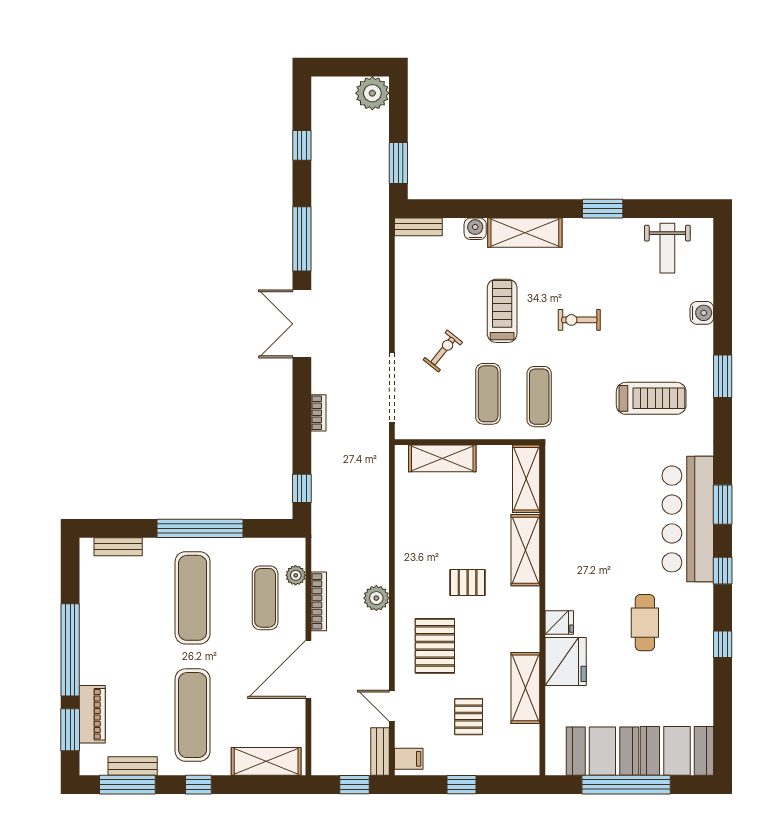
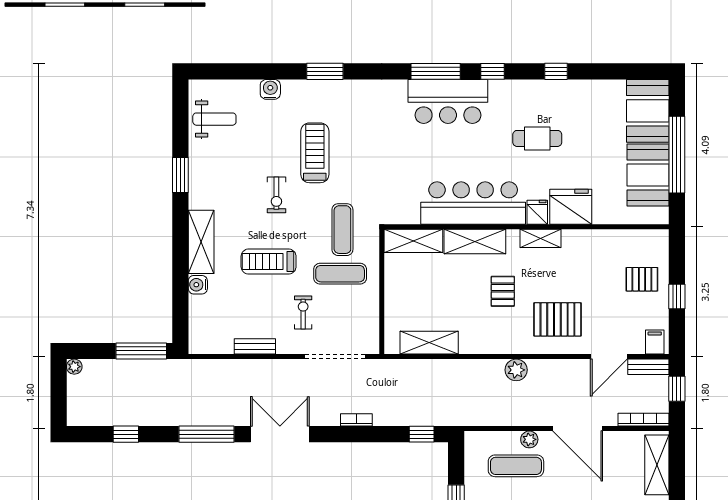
plant: (372, 93) -> (74, 367), width x0.53, depth x0.53
window: (398, 163) -> (141, 351), width x1.44
bench: (418, 227) -> (255, 346), moved, turned 90
double door: (302, 324) -> (280, 434), swing flipped
exercise bike: (443, 351) -> (303, 313), turned 51
exercise mat: (539, 397) -> (342, 230), turned 90
treadmill: (651, 398) -> (315, 153), moved
shelving: (442, 458) -> (429, 343), moved, turned 90
window: (723, 505) -> (436, 71), width x1.44
bar counter: (688, 519) -> (448, 101), width x0.73
bar counter: (570, 548) -> (473, 203), added
plant: (296, 575) -> (529, 439), moved
bookcase: (319, 601) -> (643, 420), moved
shelving: (525, 688) -> (540, 238), moved, width x0.67, depth x0.75
door: (392, 706) -> (609, 357), width x1.37
pallet: (469, 717) -> (642, 279), moved

